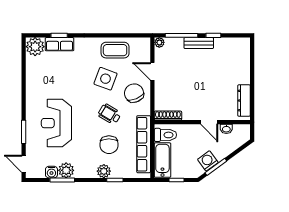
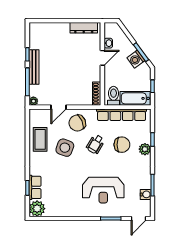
bench: (199, 43) -> (34, 67), width x1.36
plant: (66, 170) -> (144, 182), removed

